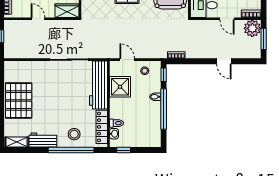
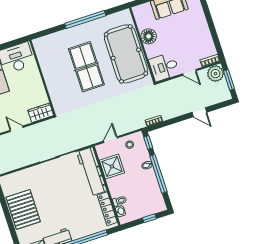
door: (127, 60) -> (110, 140), hinge flipped
stool: (74, 134) -> (84, 224), removed
window: (124, 150) -> (149, 218), moved

